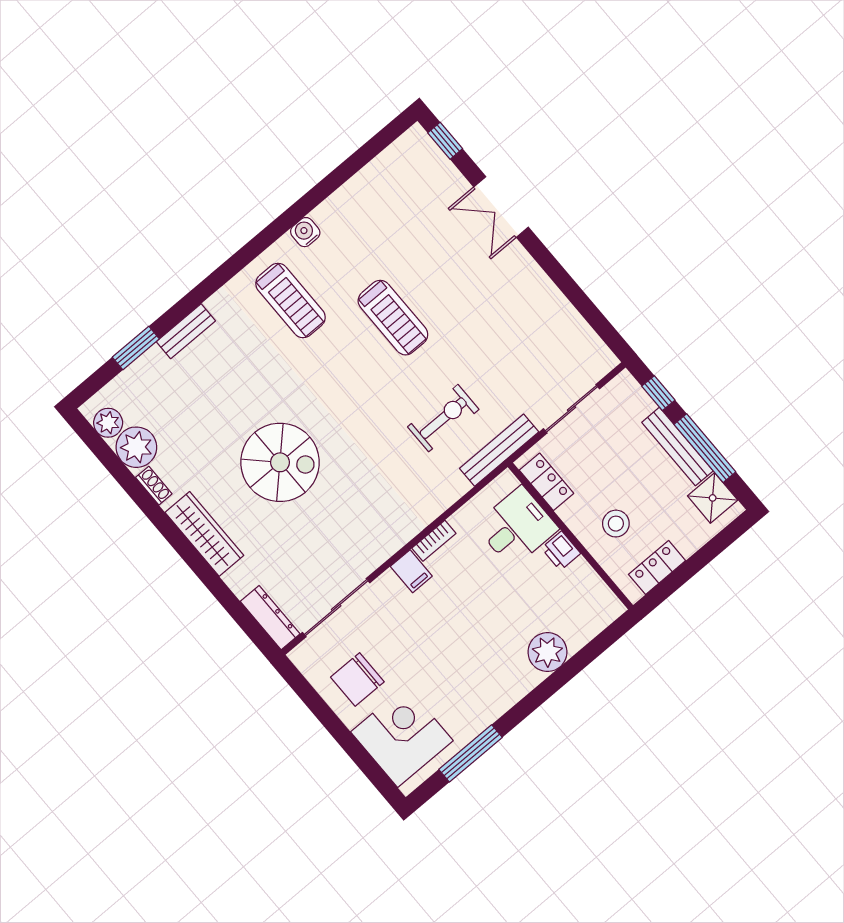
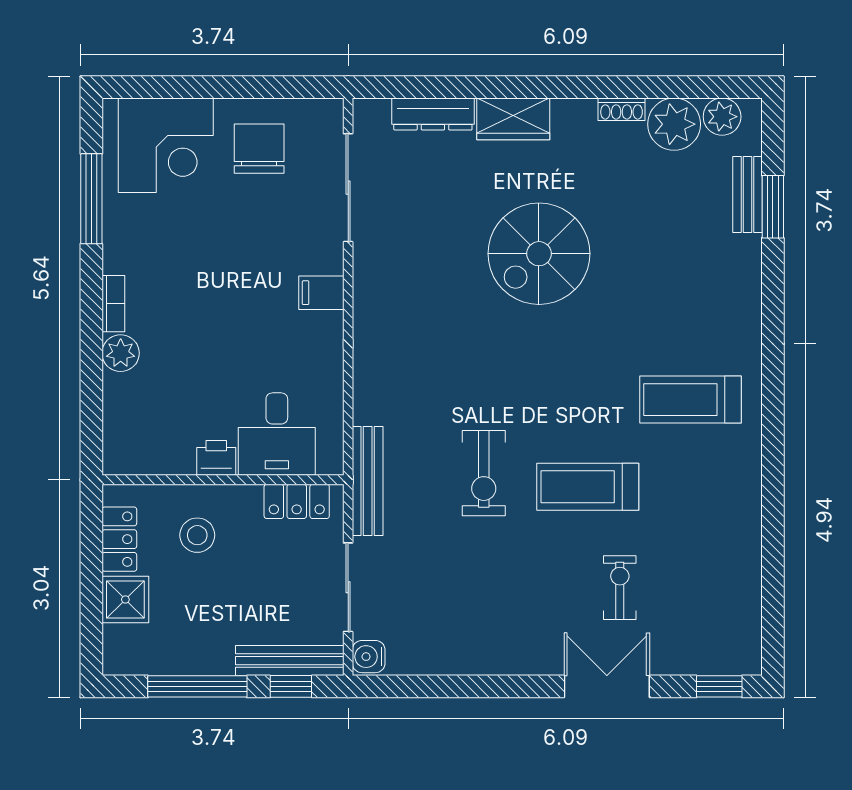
water cooler: (305, 232) -> (369, 657), moved, turned 180
exercise bike: (436, 248) -> (620, 588), added
bench: (186, 331) -> (748, 195), moved
exercise bike: (443, 418) -> (484, 473), moved
bench: (677, 447) -> (290, 661), moved
shower: (713, 498) -> (125, 599), moved
wardrobe: (204, 534) -> (513, 119), width x0.67
bookcase: (434, 541) -> (113, 304), moved, turned 180
dresser: (270, 618) -> (433, 114), moved
plant: (547, 652) -> (121, 353), width x0.73, depth x0.73

